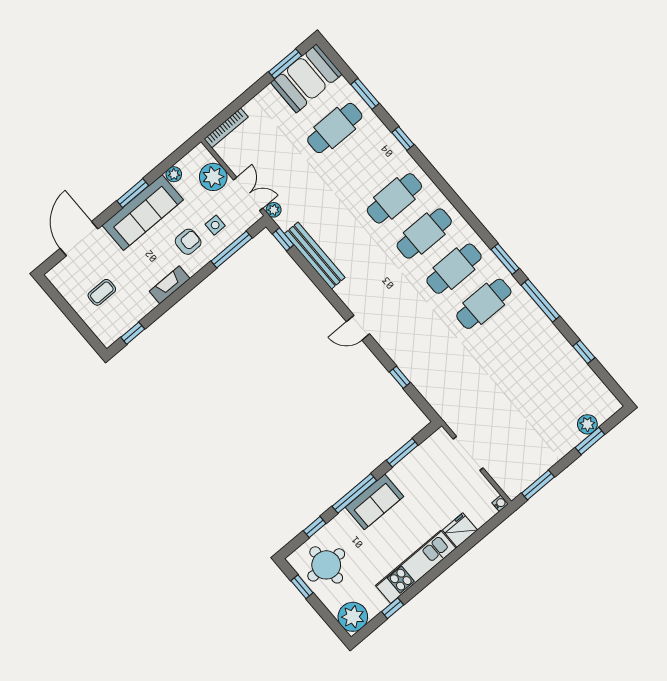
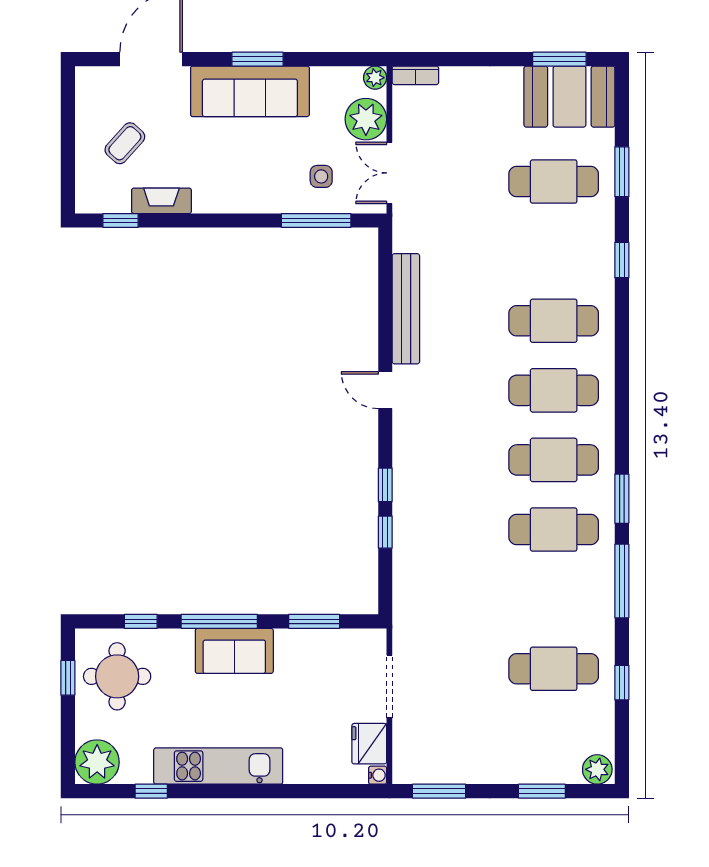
bookcase: (226, 128) -> (415, 75), width x0.64
plant: (174, 174) -> (375, 78), moved
double door: (248, 194) -> (389, 173), swing flipped
plant: (274, 210) -> (403, 216), removed
window: (283, 239) -> (385, 485), moved
armchair: (188, 242) -> (274, 169), removed
fireplace: (170, 285) -> (161, 201), moved
coffee table: (102, 292) -> (125, 143), turned -48
door: (358, 328) -> (385, 390), moved
cafe table: (543, 374) -> (554, 669), added
plant: (587, 424) -> (597, 769), moved
fridge: (460, 530) -> (369, 744), moved, turned -90

